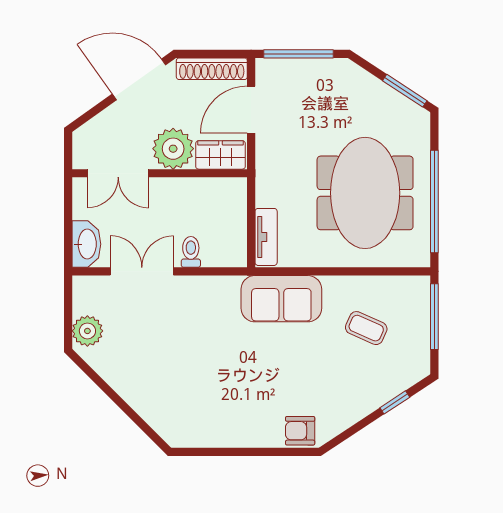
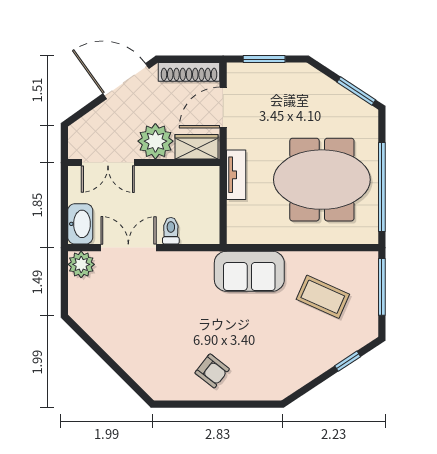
window: (298, 54) -> (264, 59), width x0.69
meeting table: (365, 193) -> (322, 180), turned 90
tv unit: (266, 237) -> (236, 175), moved
coffee table: (366, 328) -> (323, 297), width x1.36, depth x1.30
plant: (87, 331) -> (81, 264), moved
armchair: (300, 431) -> (212, 371), moved, turned -142

